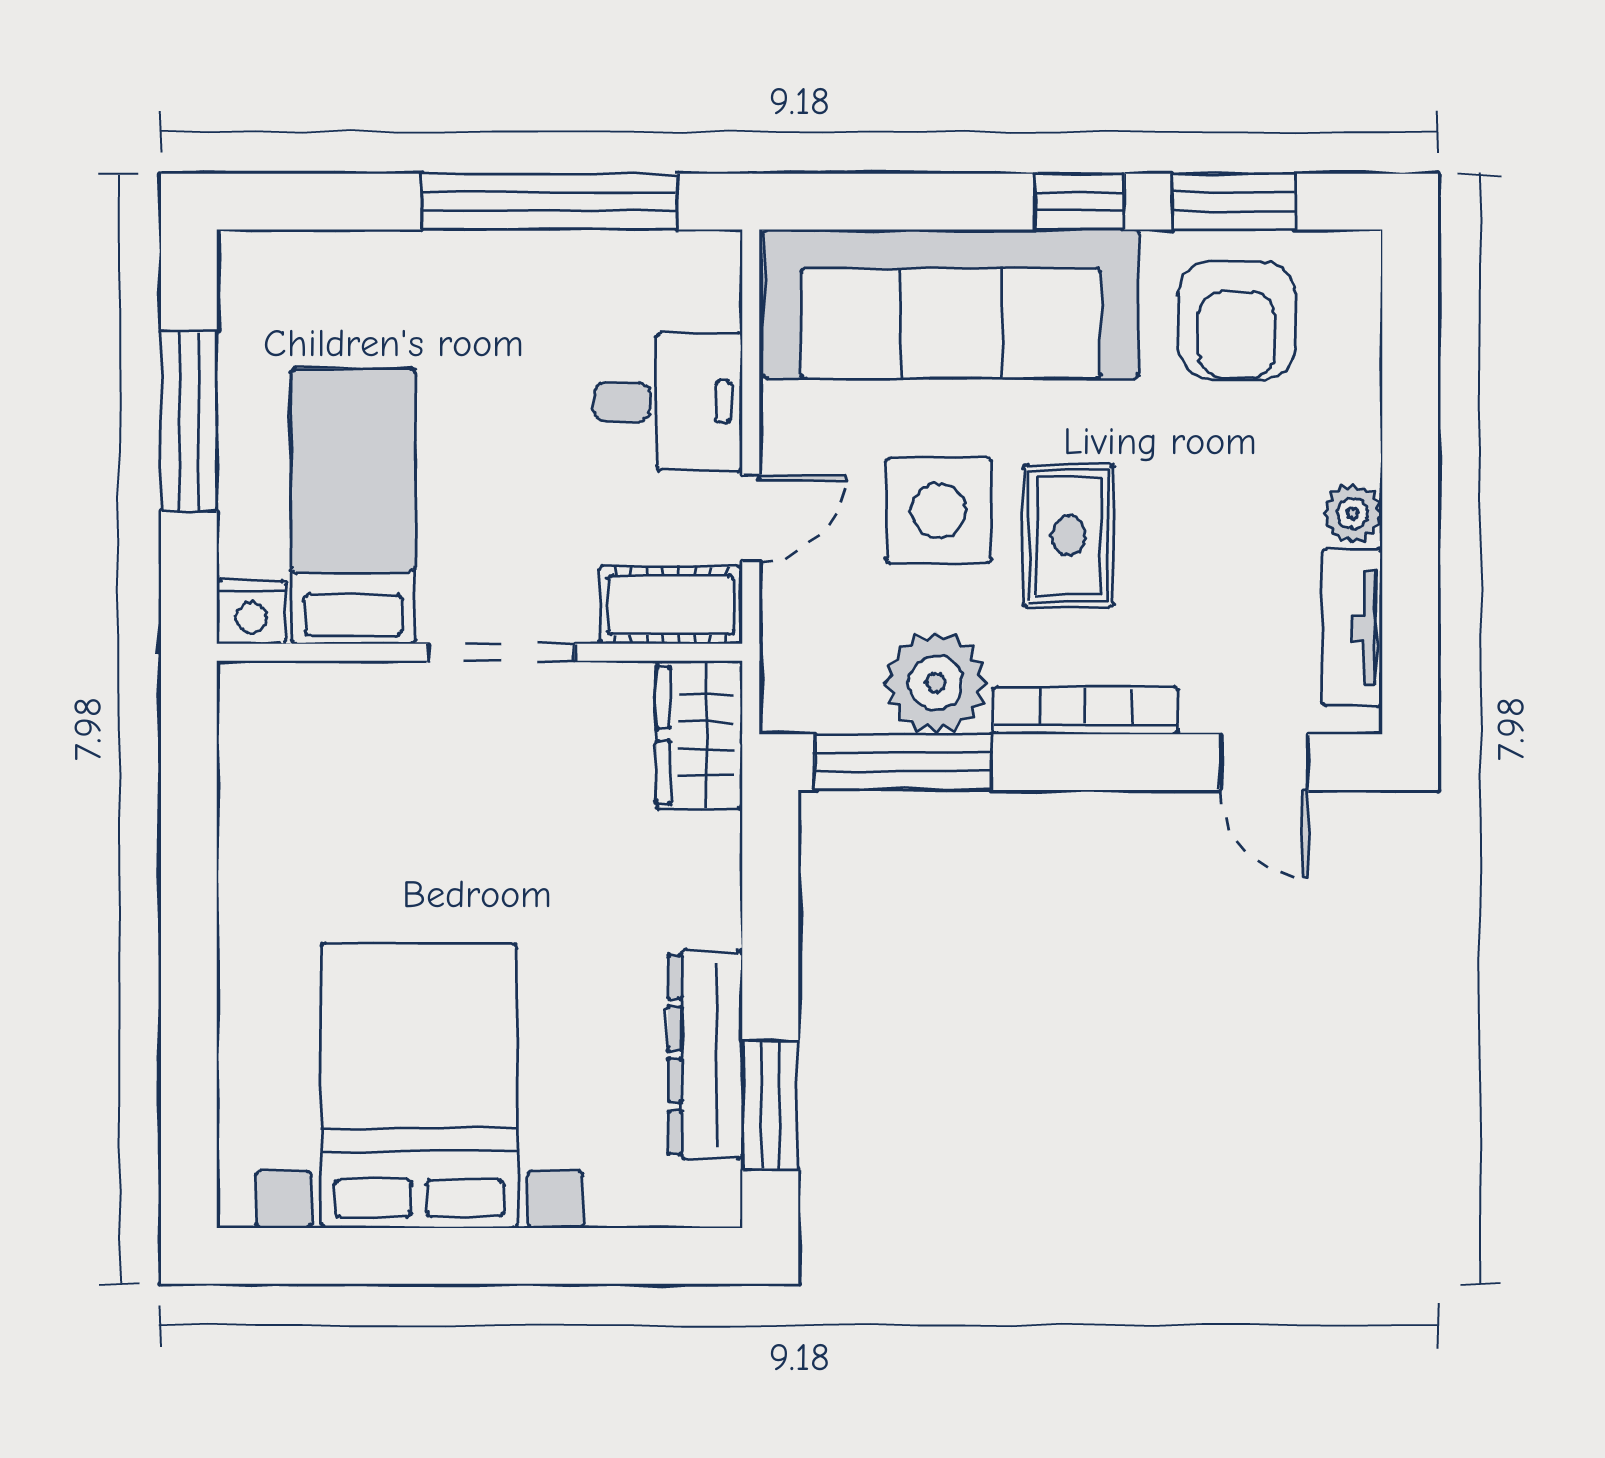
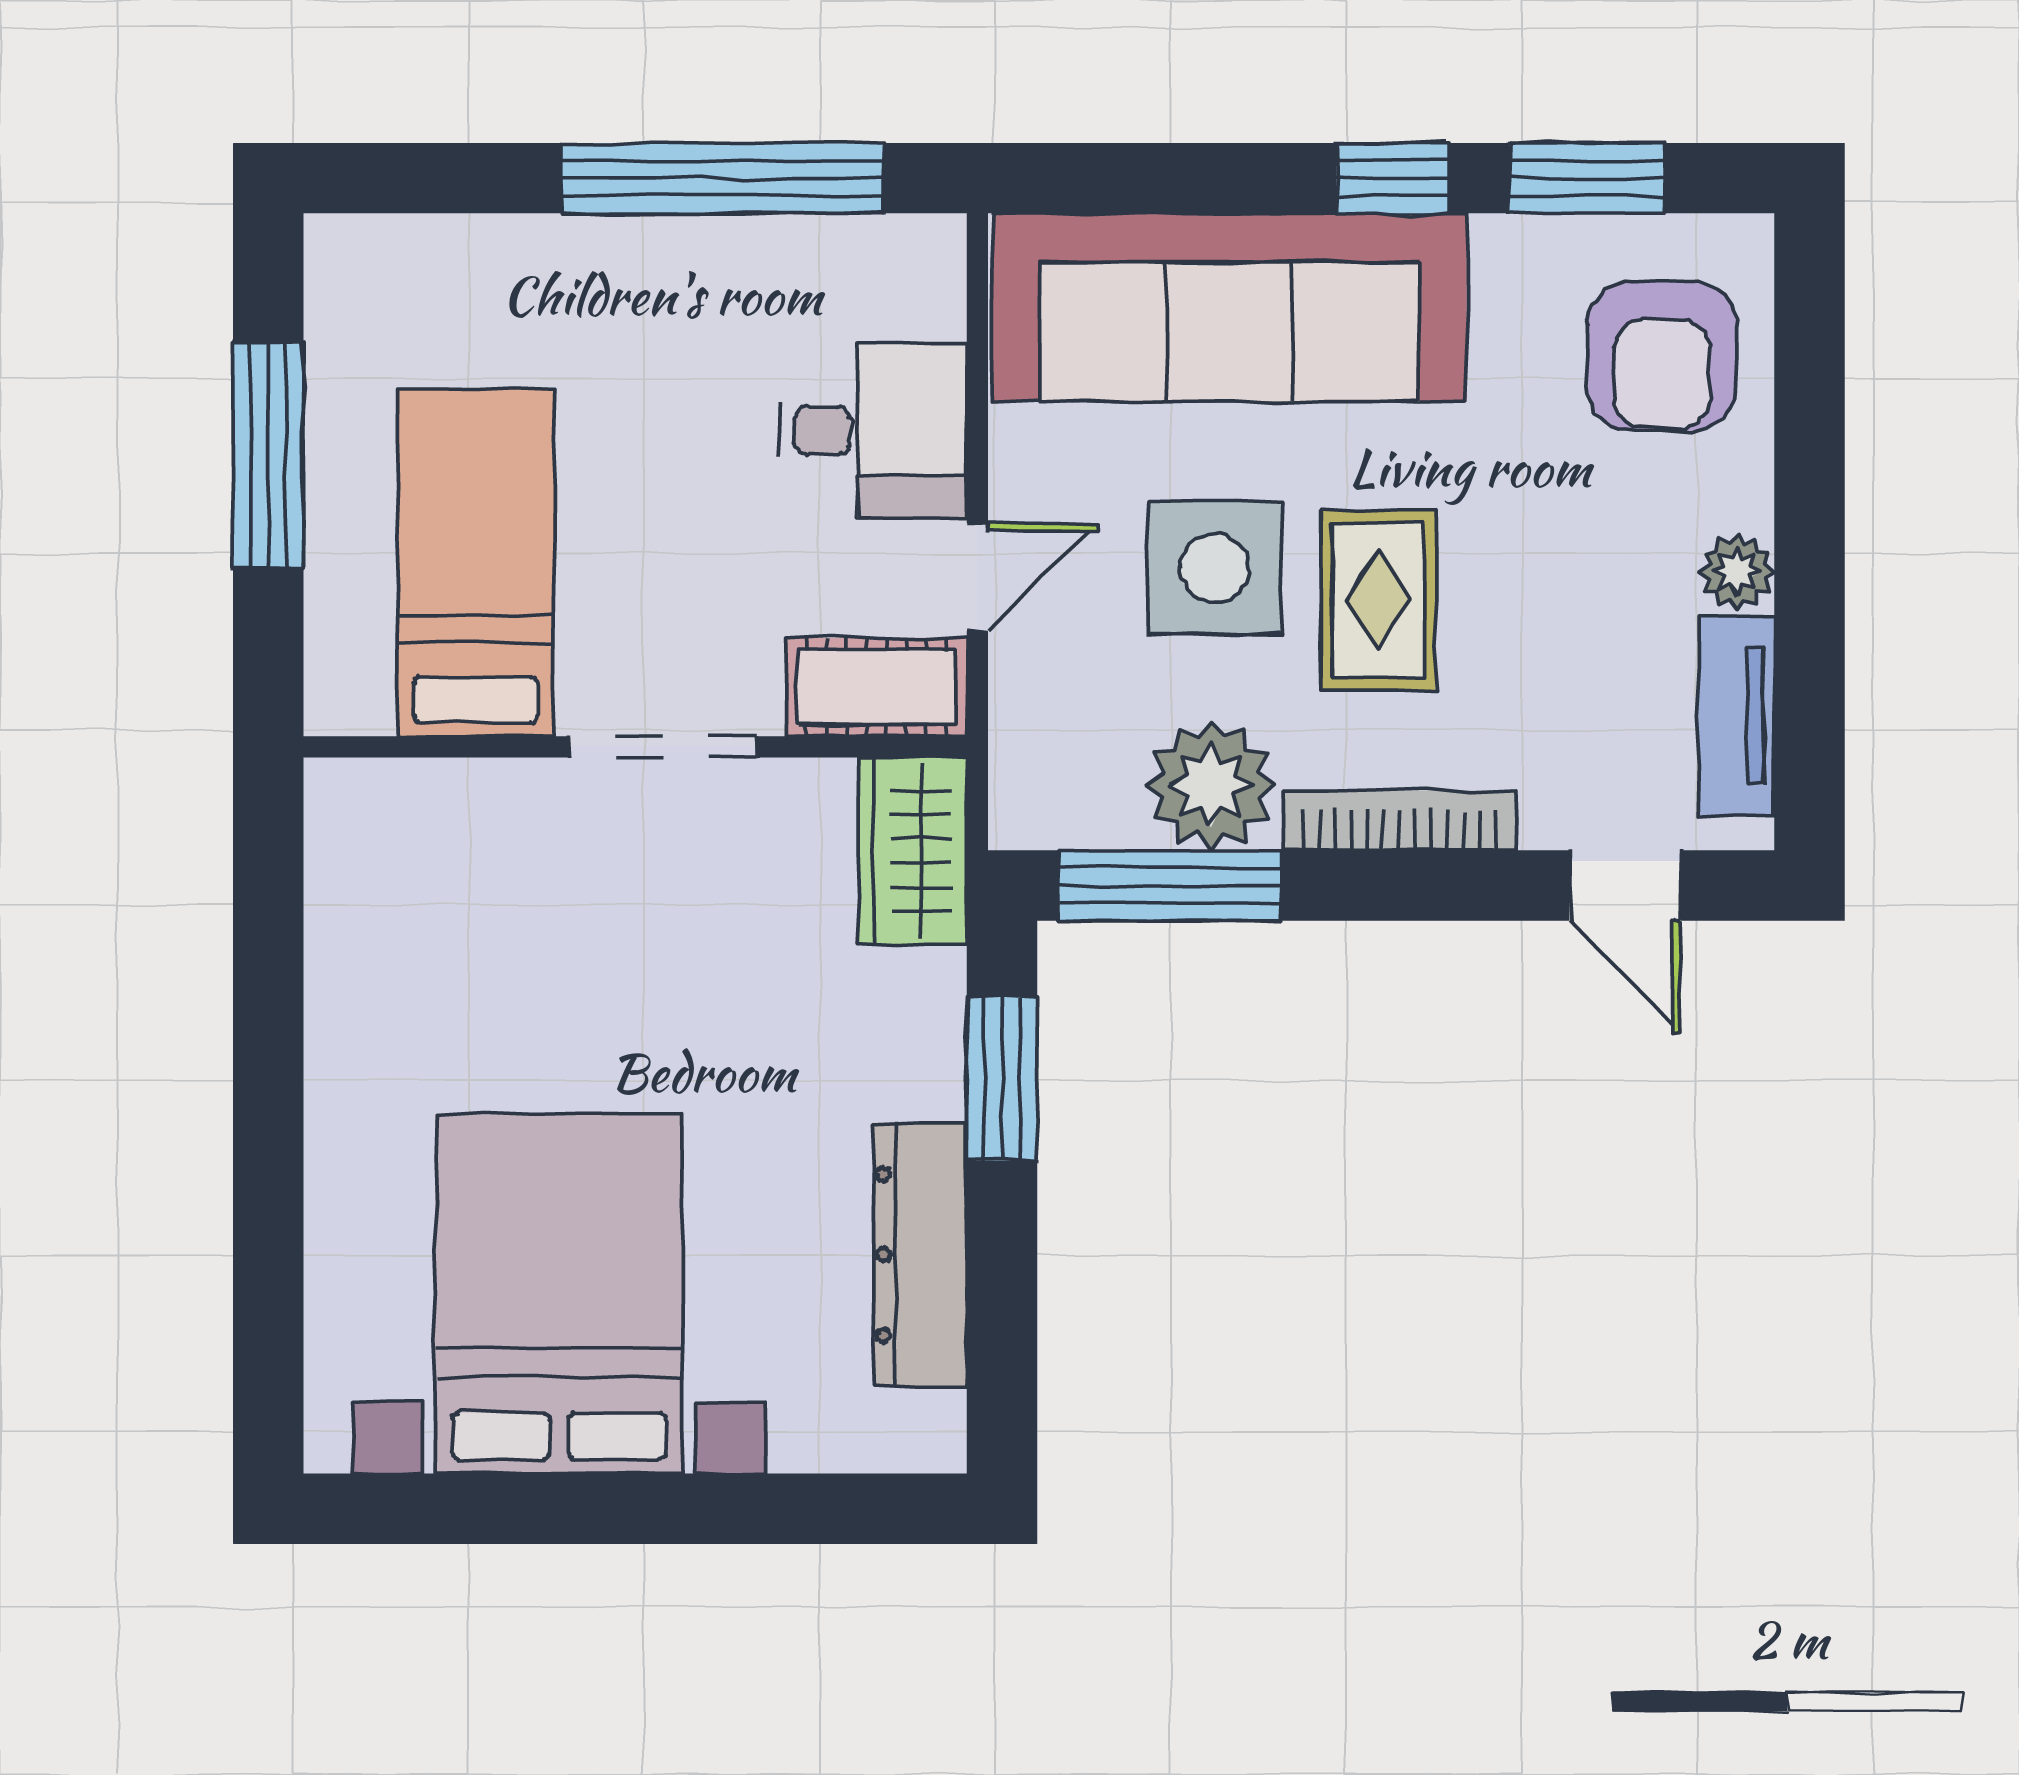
armchair: (1237, 320) -> (1662, 356), moved
nightstand: (251, 612) -> (347, 696), removed
window: (770, 1105) -> (1002, 1079), moved

